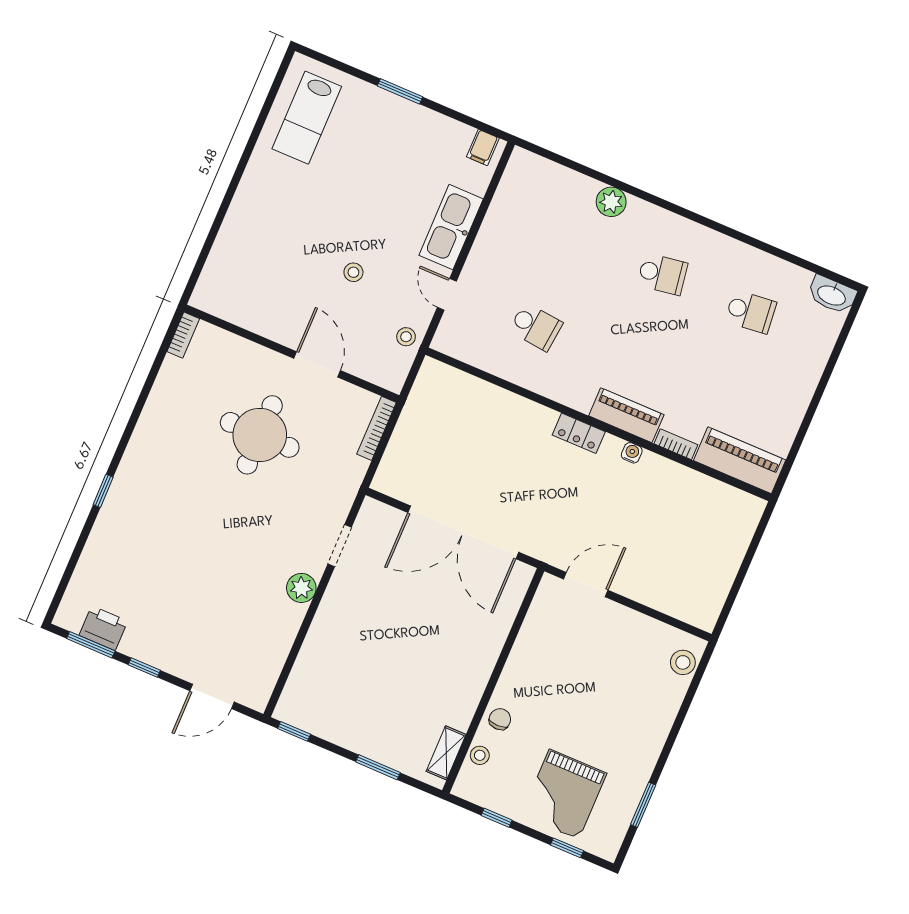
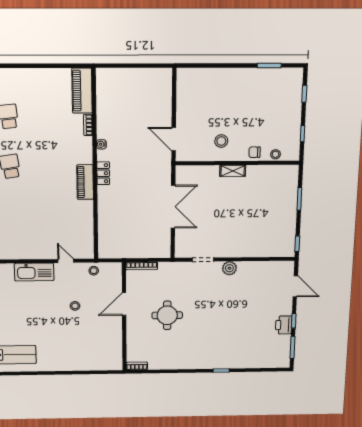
door: (447, 294) -> (66, 261), swing flipped
school desk: (536, 327) -> (62, 214), removed
piano: (626, 415) -> (85, 182), moved
round table: (260, 435) -> (167, 315), width x0.73, depth x0.73
double door: (463, 532) -> (173, 207), width x0.73
printer: (103, 628) -> (284, 325), moved
stool: (683, 662) -> (221, 141), moved
shelving: (446, 753) -> (233, 171), moved
grand piano: (564, 794) -> (279, 106), removed

